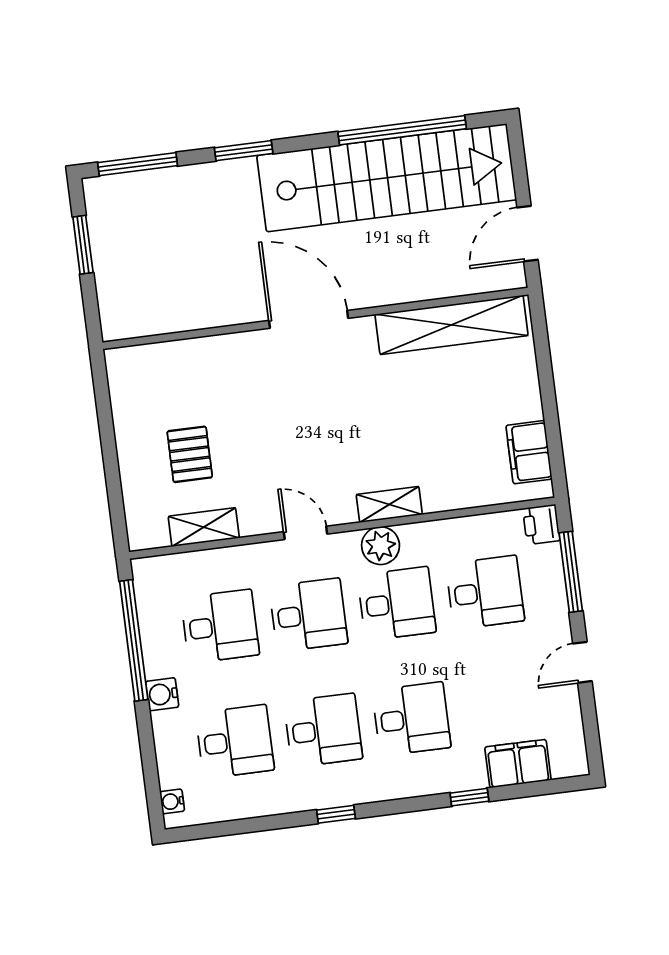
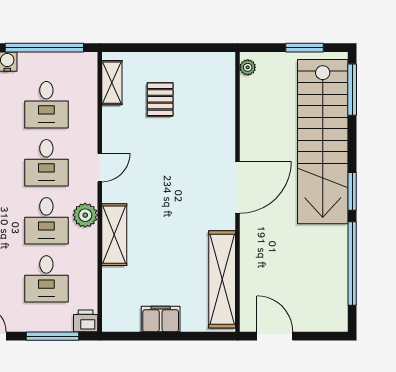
window: (244, 151) -> (352, 191), moved
stairs: (387, 178) -> (323, 142), moved
plant: (124, 327) -> (248, 67), added
filing cabinet: (529, 452) -> (161, 319), moved
pallet: (190, 454) -> (160, 99), turned 90
shelving: (389, 504) -> (114, 235), width x1.50, depth x1.33
shelving: (204, 527) -> (112, 83), moved

